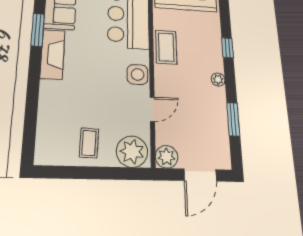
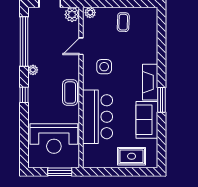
side table: (138, 74) -> (104, 67), moved
window: (233, 119) -> (24, 41), width x2.11
plant: (132, 152) -> (90, 13), width x0.53, depth x0.53

